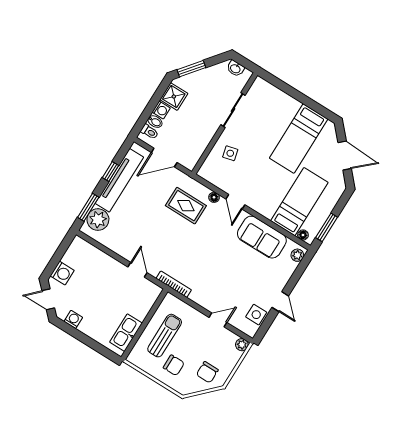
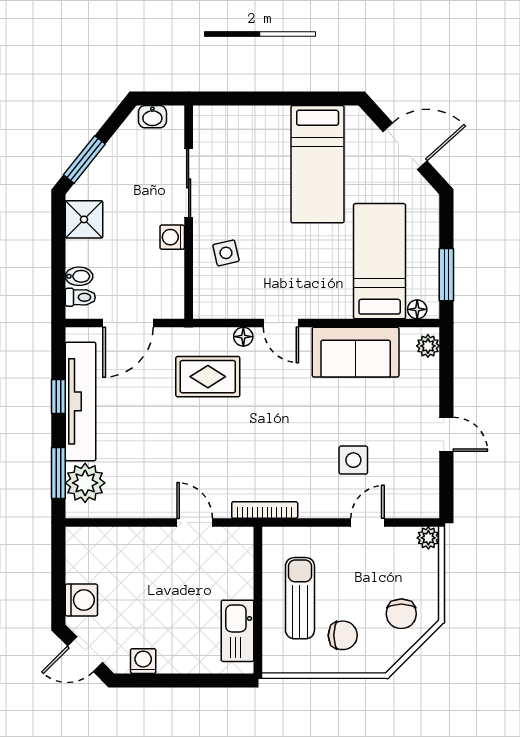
washing machine: (161, 110) -> (172, 237), moved, turned 180
side table: (256, 315) -> (353, 460), moved

